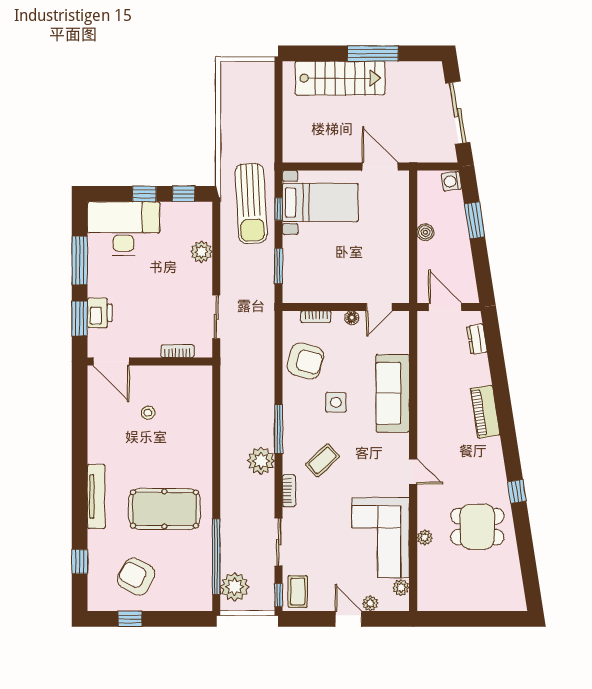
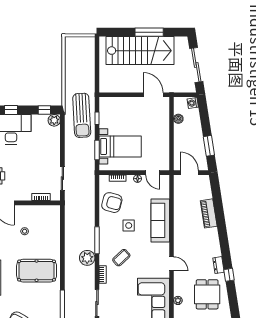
stairs: (340, 78) -> (140, 51), width x1.36, depth x1.51
window: (144, 194) -> (11, 110), moved
bed with nightstands: (320, 202) -> (120, 146), moved
window: (475, 220) -> (209, 146), moved
boiler: (425, 232) -> (178, 119), moved
plant: (201, 252) -> (54, 120), moved
door: (379, 307) -> (153, 173), hinge flipped
dresser: (477, 339) -> (218, 265), moved
piano: (485, 412) -> (209, 213), moved
pool table: (164, 509) -> (37, 271), moved
dining table: (477, 527) -> (207, 294), turned 90

